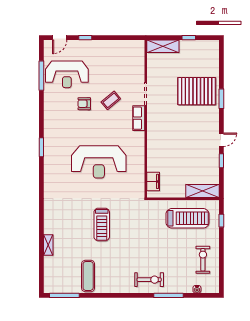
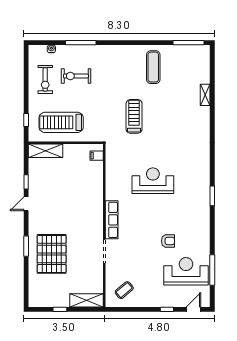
pallet: (197, 91) -> (52, 254), turned 90
coffee table: (111, 100) -> (124, 290), moved
row of seats: (139, 118) -> (112, 220), width x1.48
reception desk: (99, 162) -> (153, 181), width x0.74, depth x0.77
filing cabinet: (153, 181) -> (97, 156), width x0.50
treadmill: (102, 225) -> (134, 116), moved
exercise mat: (88, 276) -> (153, 67), moved
exercise bike: (149, 280) -> (76, 76), moved

